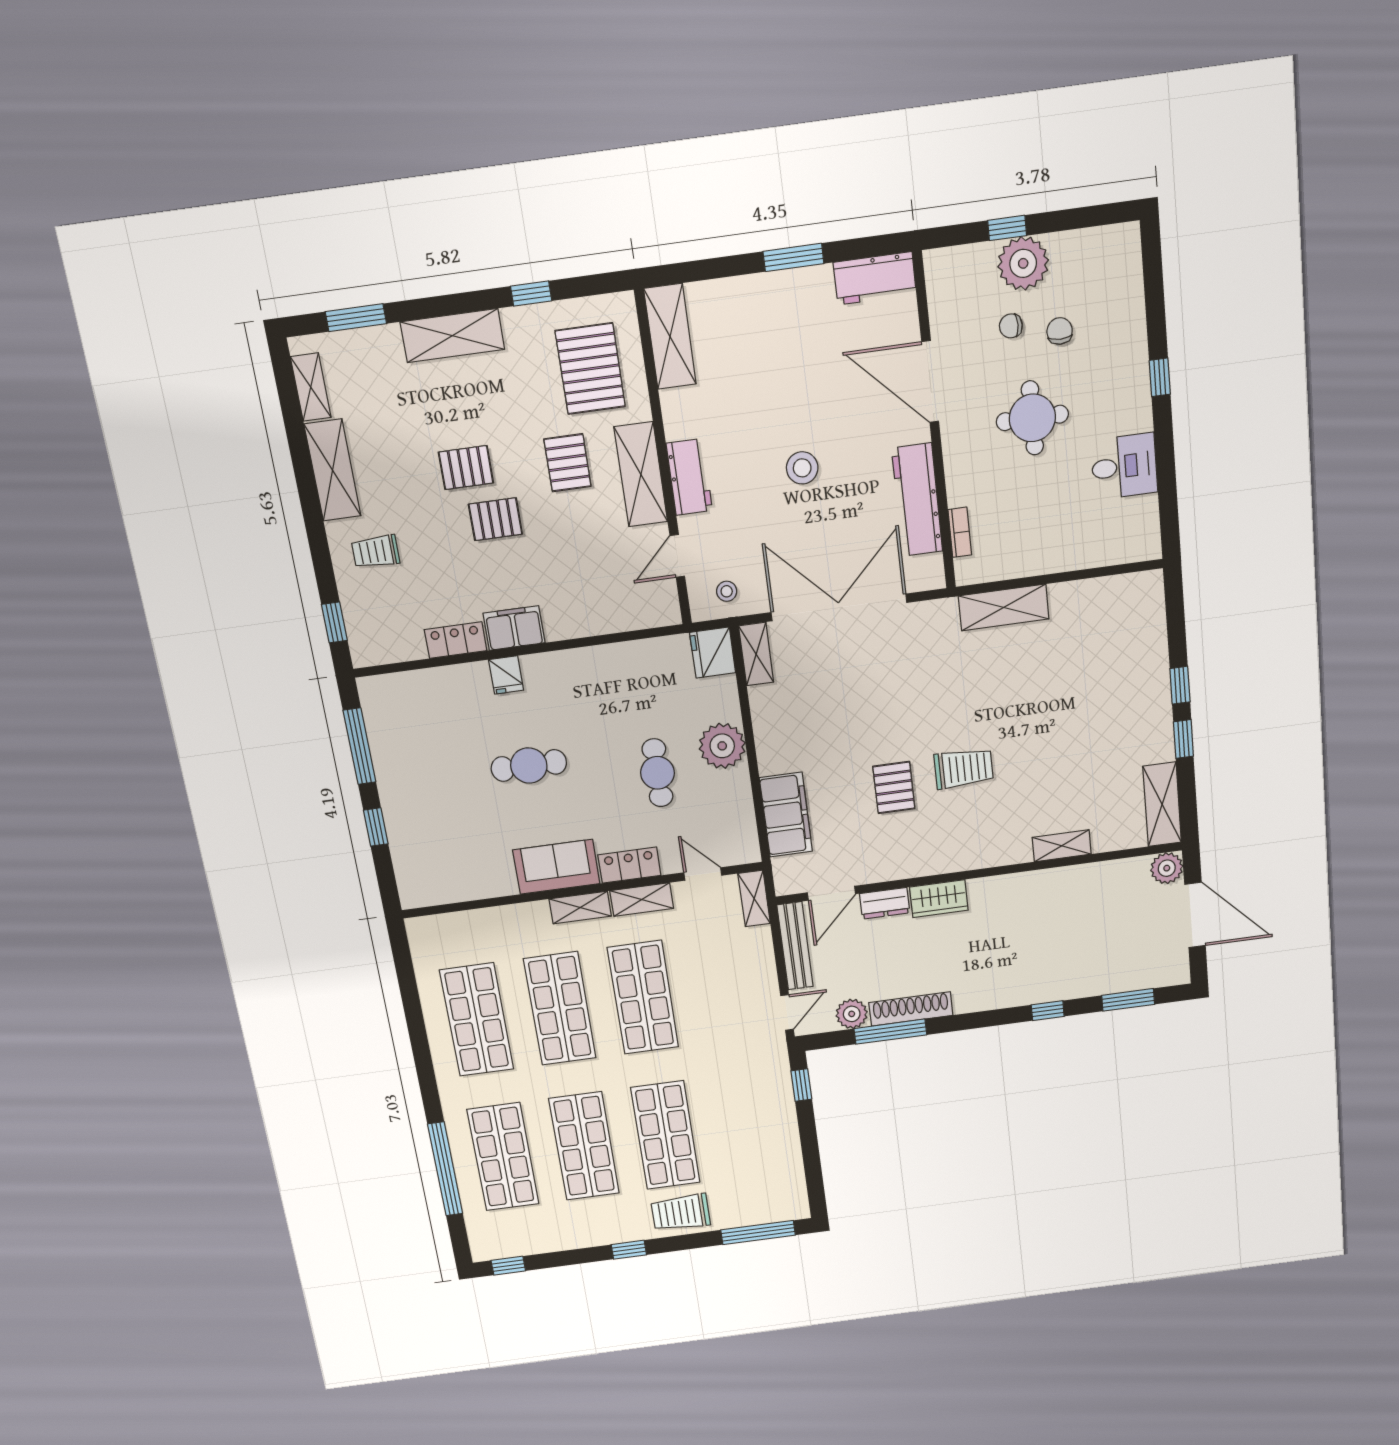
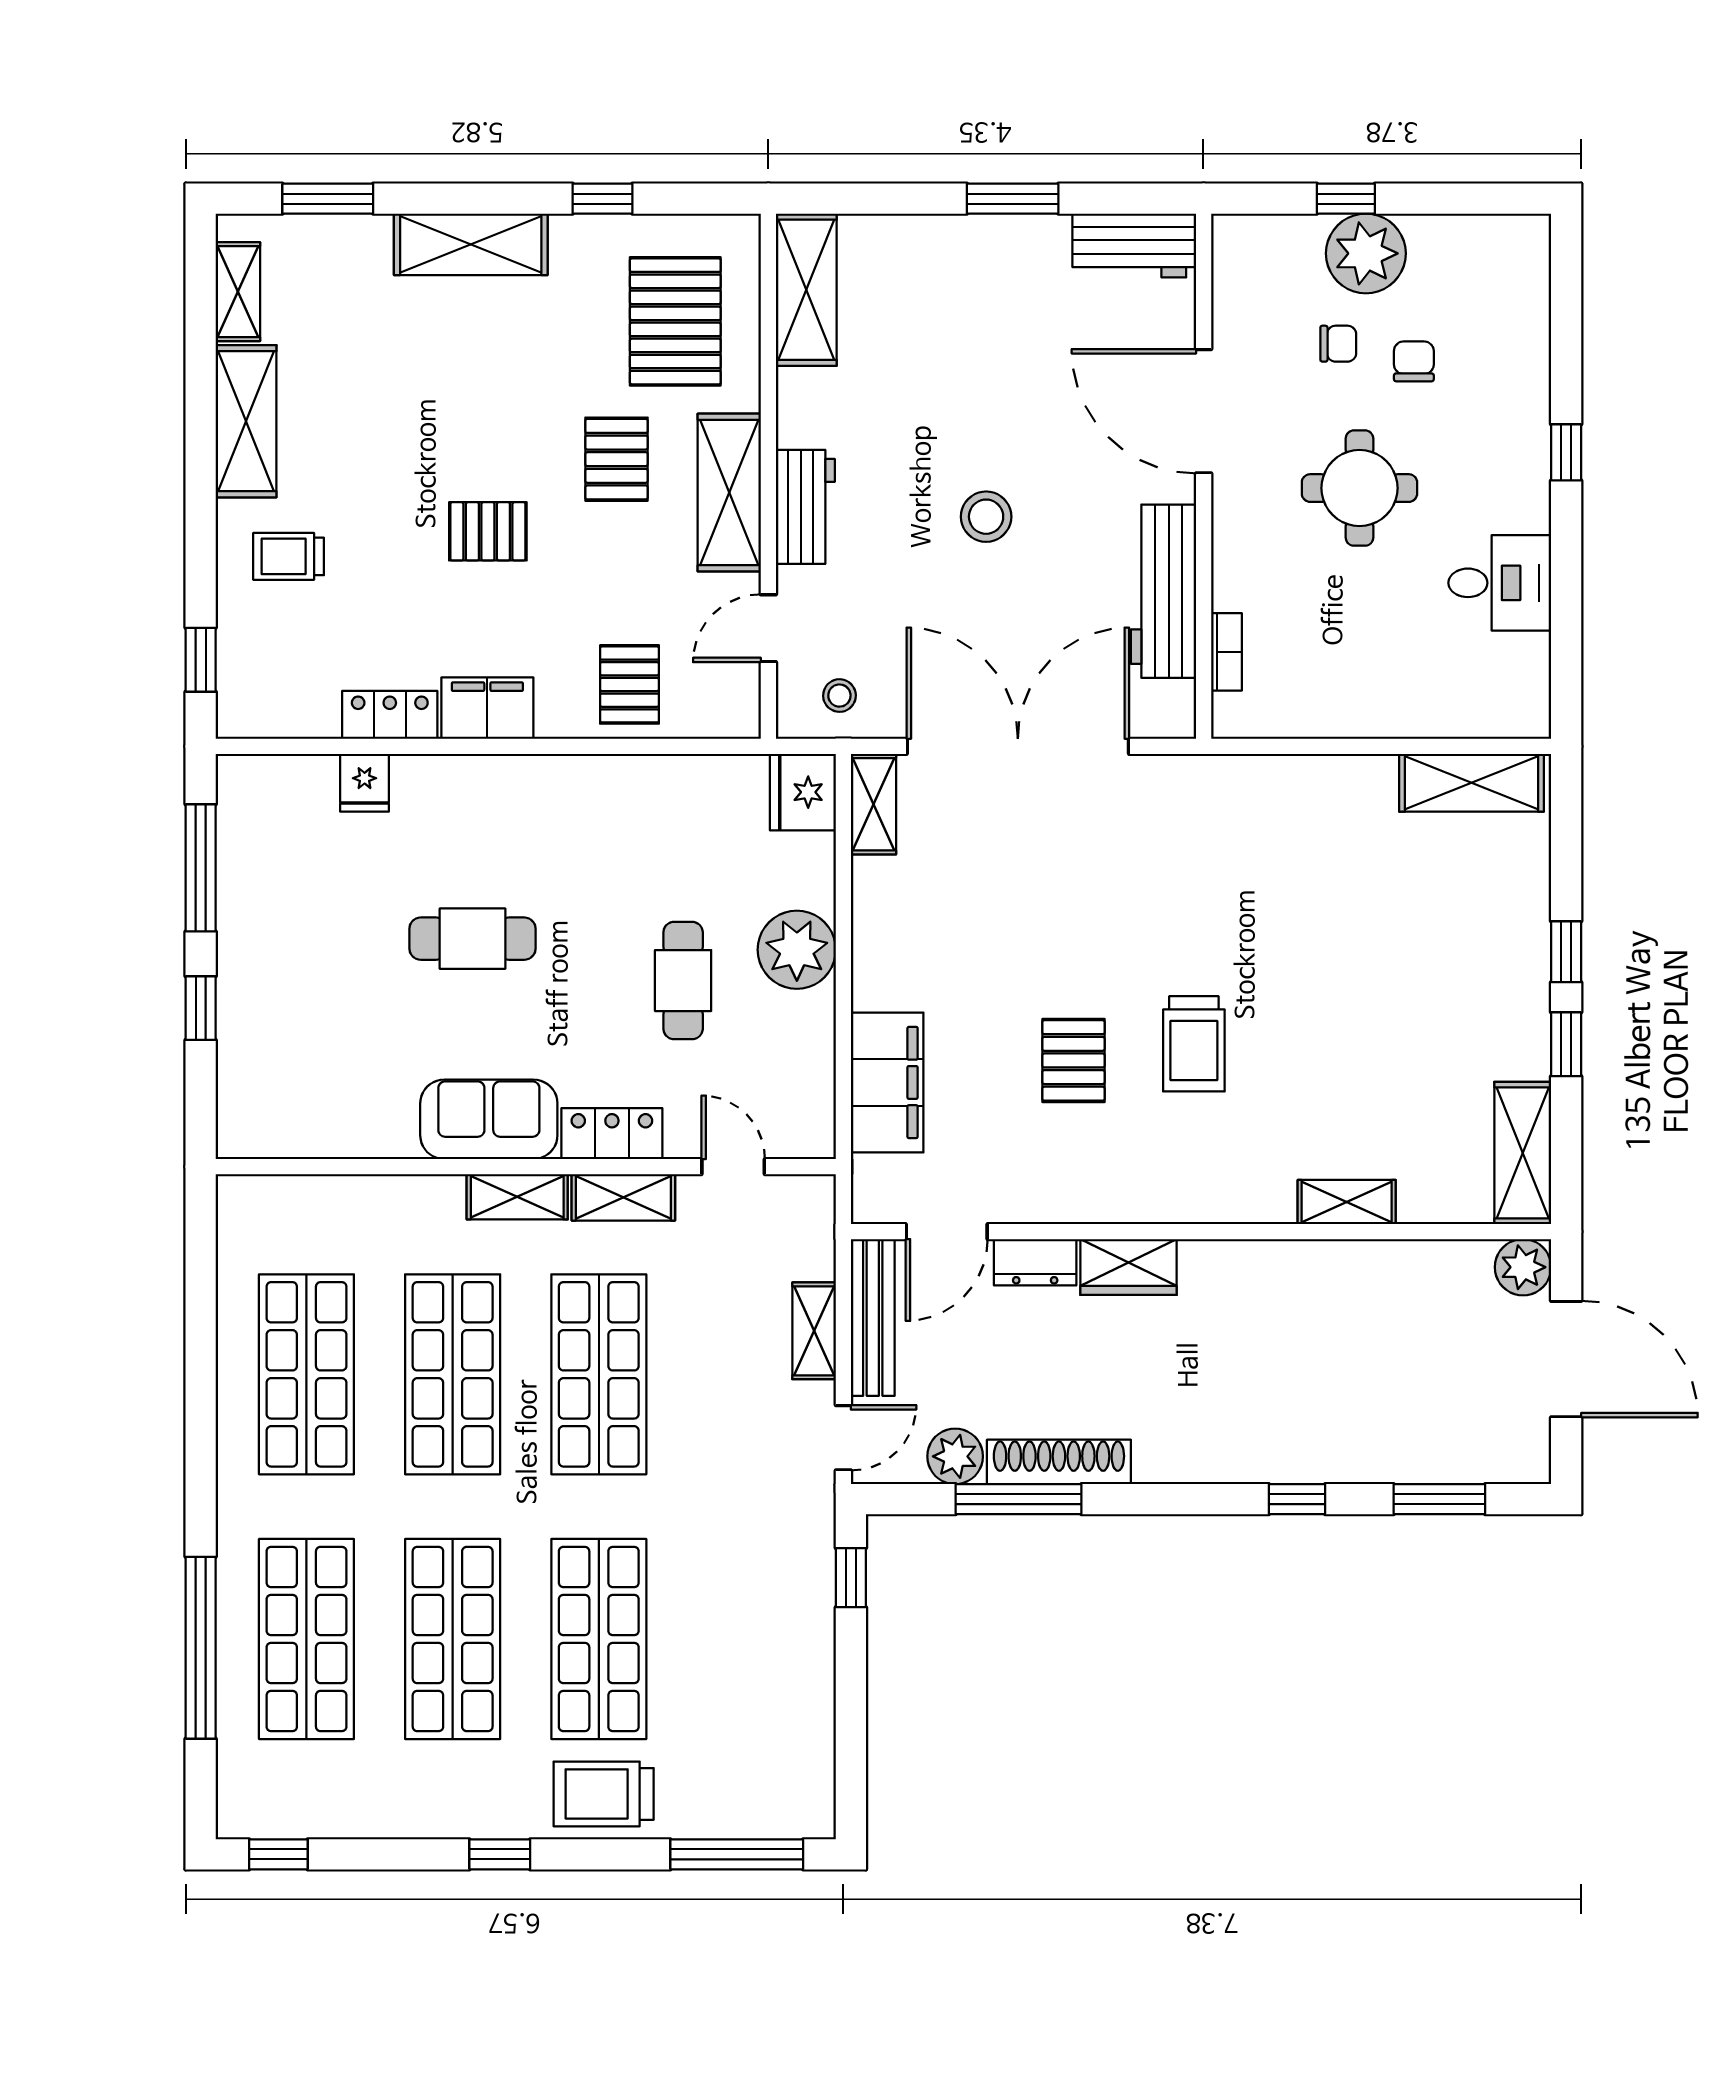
chair: (1011, 326) -> (1338, 344), turned 180
pallet: (466, 468) -> (629, 684), moved, turned 90
shelving: (1004, 607) -> (1472, 783), moved
fridge: (506, 675) -> (365, 783), moved
trolley: (964, 768) -> (1194, 1044), turned 90
shelving: (754, 899) -> (814, 1331), moved

